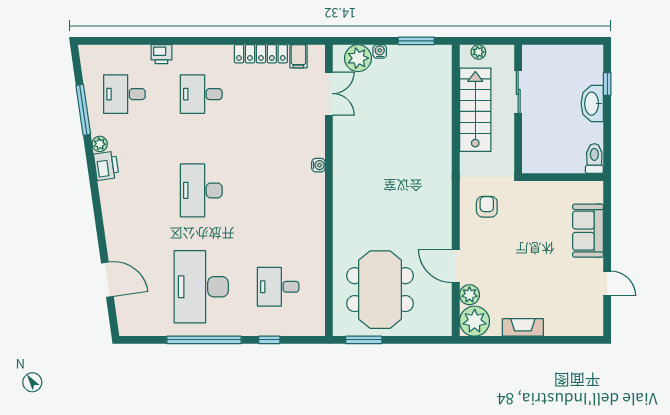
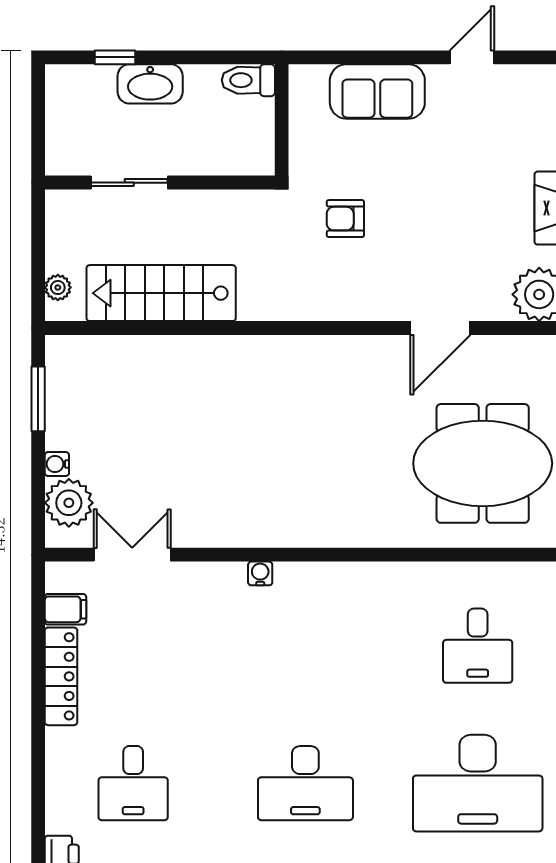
sliding door: (518, 92) -> (129, 183), moved
wall: (518, 109) -> (160, 183), moved
armchair: (487, 207) -> (345, 219), moved
plant: (469, 295) -> (492, 303), removed

